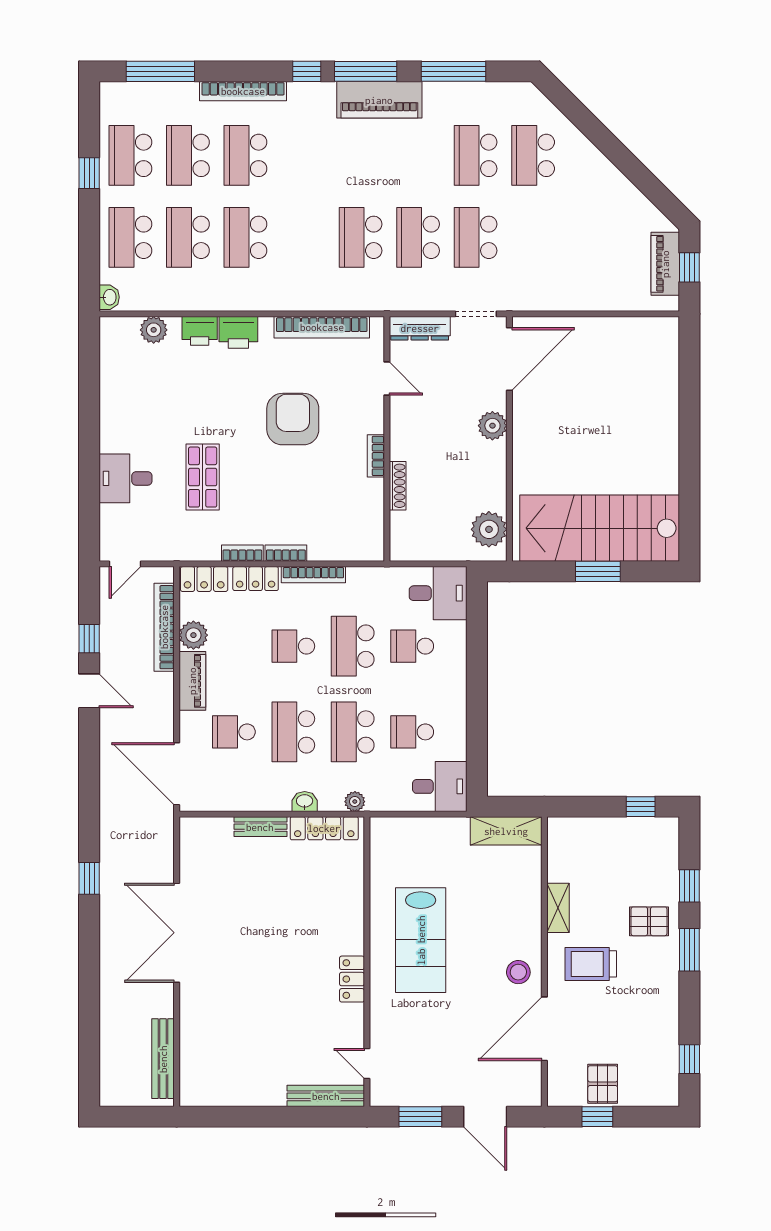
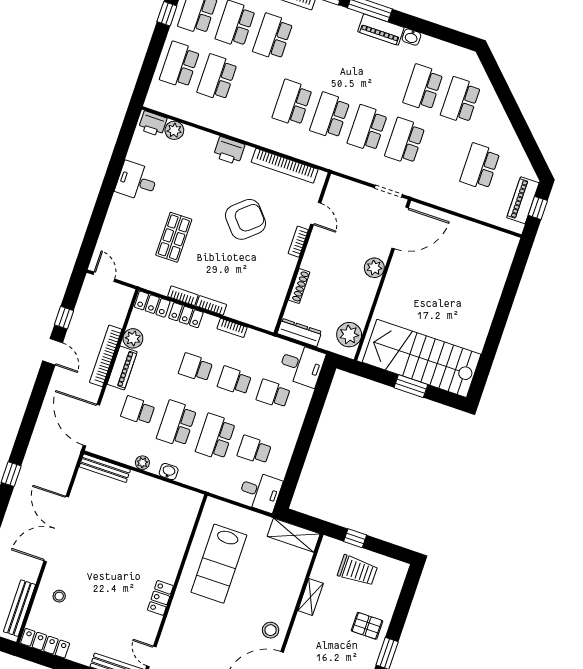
window: (453, 71) -> (427, 28), removed
piano: (379, 100) -> (381, 30), width x0.73, depth x0.75
school desk: (245, 237) -> (292, 103), moved
school desk: (591, 237) -> (480, 167), added
washbasin: (109, 297) -> (411, 37), moved, turned 90
dresser: (420, 328) -> (299, 333), moved, turned 180
printer: (200, 331) -> (153, 124), moved
armchair: (293, 419) -> (246, 219), turned 49
bookcase: (376, 456) -> (298, 242), moved
desk: (126, 478) -> (137, 181), moved
door: (125, 564) -> (104, 277), swing flipped
bookcase: (313, 575) -> (232, 328), width x0.64
bookcase: (164, 627) -> (106, 356), moved
school desk: (353, 646) -> (234, 381), width x0.54
plant: (355, 802) -> (142, 463), moved
window: (641, 807) -> (355, 538), moved
bench: (260, 827) -> (105, 468), moved, width x1.36
locker: (324, 828) -> (45, 643), moved, turned 180
window: (689, 886) -> (401, 612), removed
lab bench: (421, 940) -> (219, 564), moved
trolley: (591, 964) -> (357, 570), moved, turned 180
stool: (212, 1024) -> (59, 596), added

